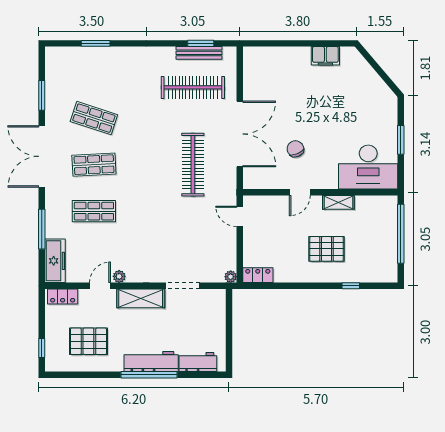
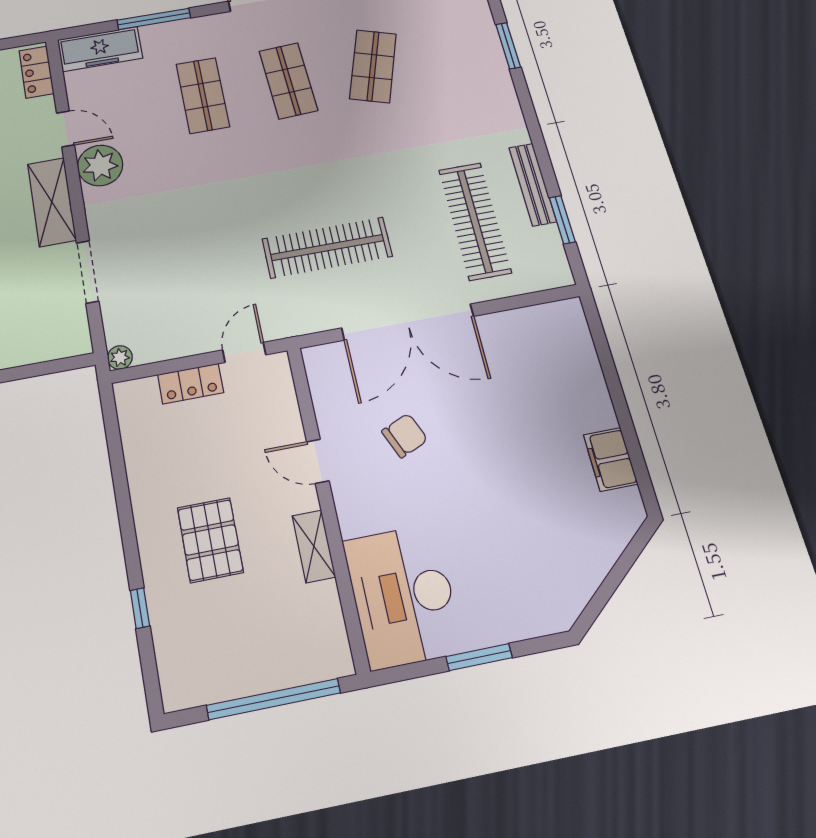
bench: (199, 53) -> (533, 184), moved
locker: (258, 275) -> (191, 384), moved, turned 90
plant: (119, 276) -> (100, 165), width x1.87, depth x1.87

